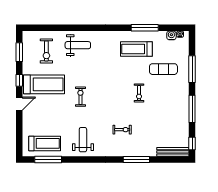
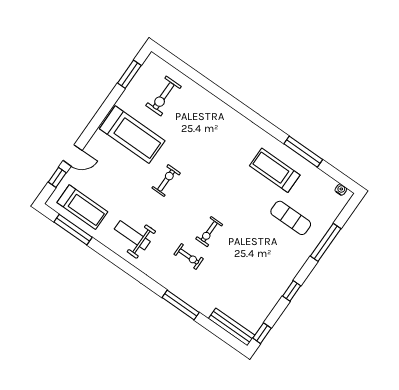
water cooler: (171, 35) -> (329, 184), removed
weight bench: (78, 45) -> (207, 116), removed
window: (19, 80) -> (57, 177), moved
exercise bike: (139, 93) -> (209, 232), moved
door: (19, 104) -> (73, 155), moved
window: (192, 109) -> (292, 291), width x0.46
weight bench: (83, 140) -> (132, 235), turned -90

